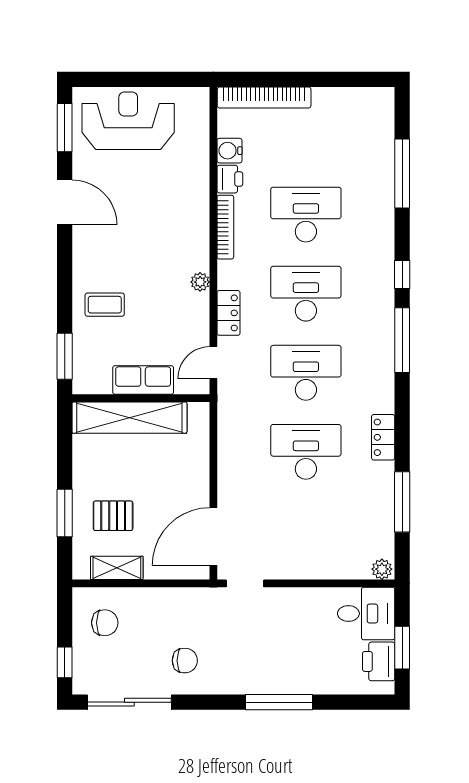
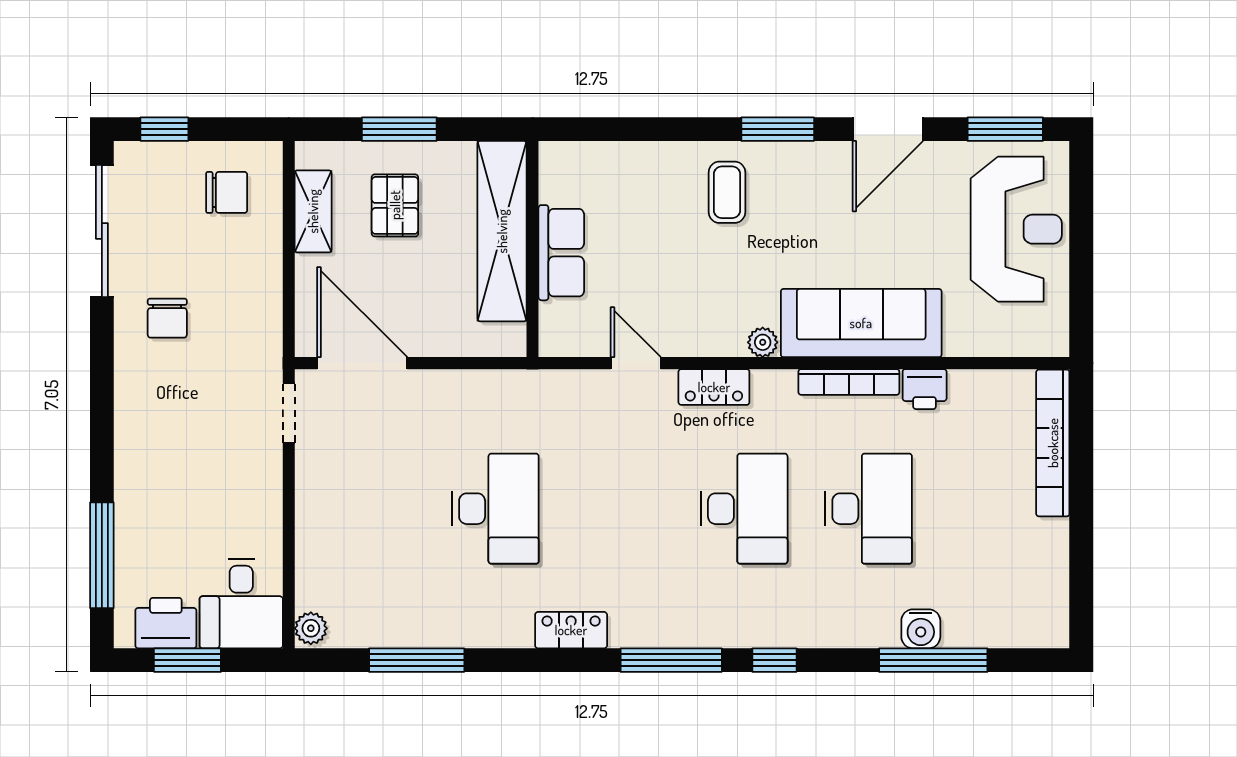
water cooler: (229, 151) -> (921, 629), moved, turned 180
sofa: (188, 219) -> (861, 323), added
window: (65, 356) -> (778, 129), moved
desk: (306, 373) -> (620, 509), removed
row of seats: (143, 380) -> (561, 253), moved
wall: (141, 398) -> (533, 249), moved
shelving: (129, 418) -> (502, 231), moved
locker: (383, 437) -> (571, 630), moved
chair: (105, 623) -> (227, 192), turned -90
window: (279, 702) -> (102, 555), moved

